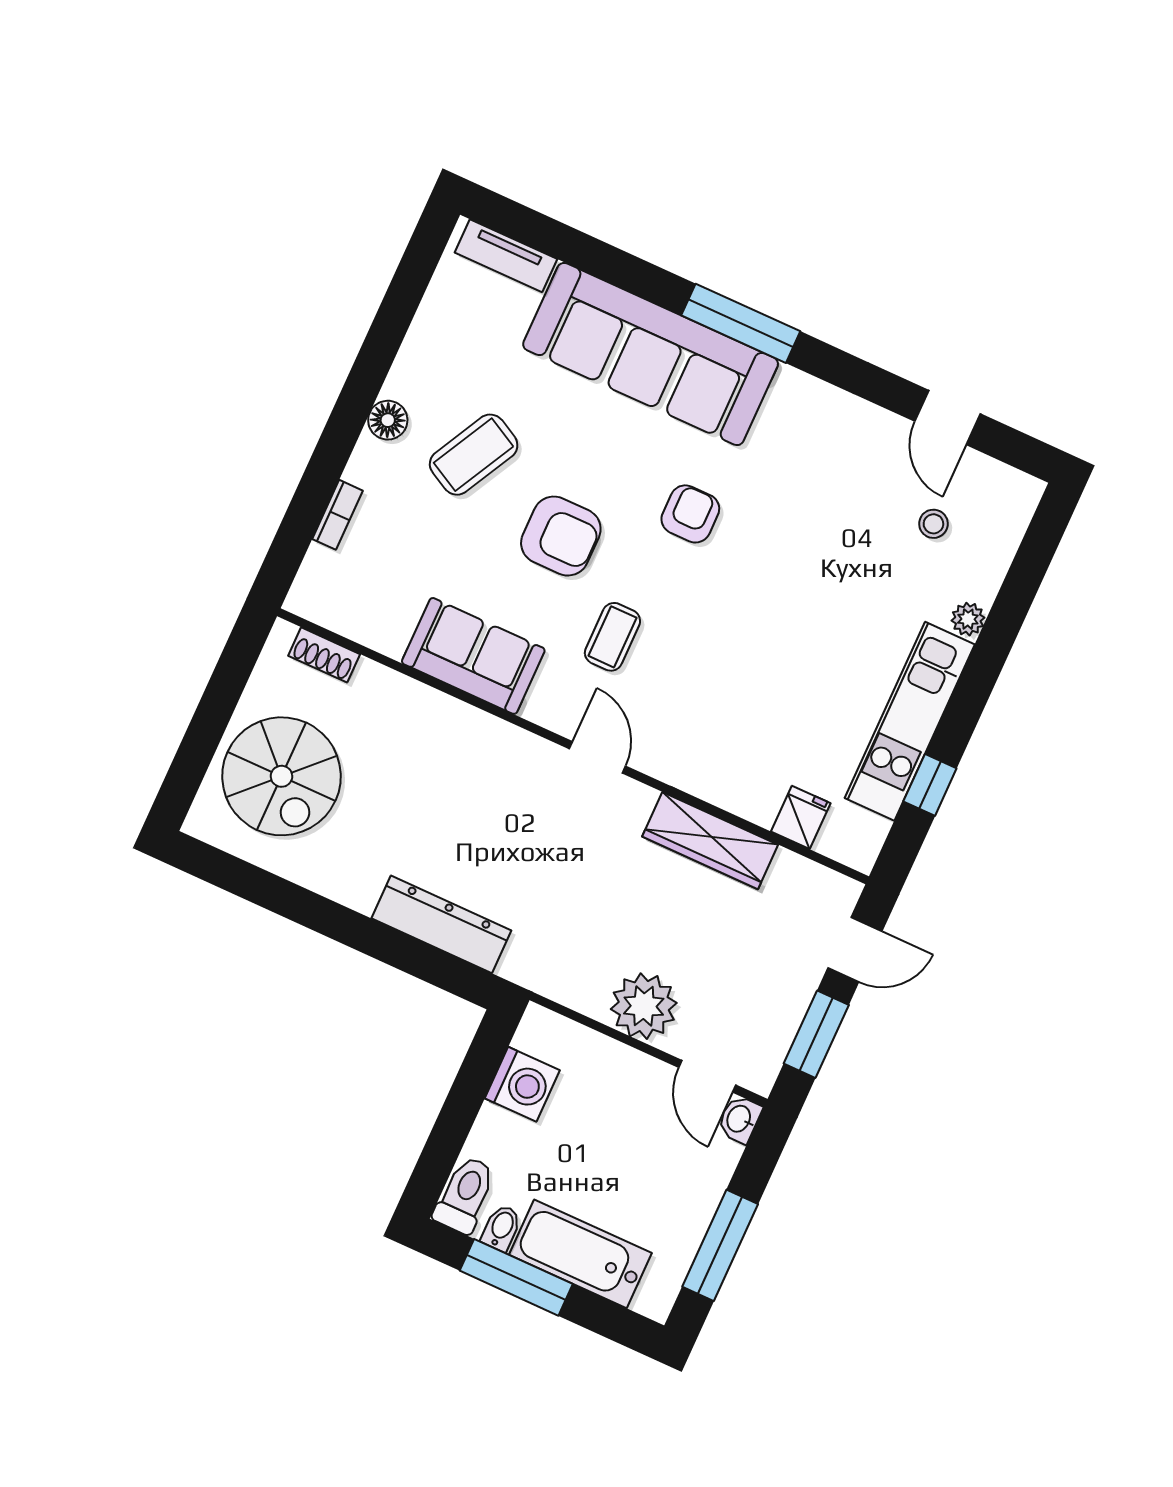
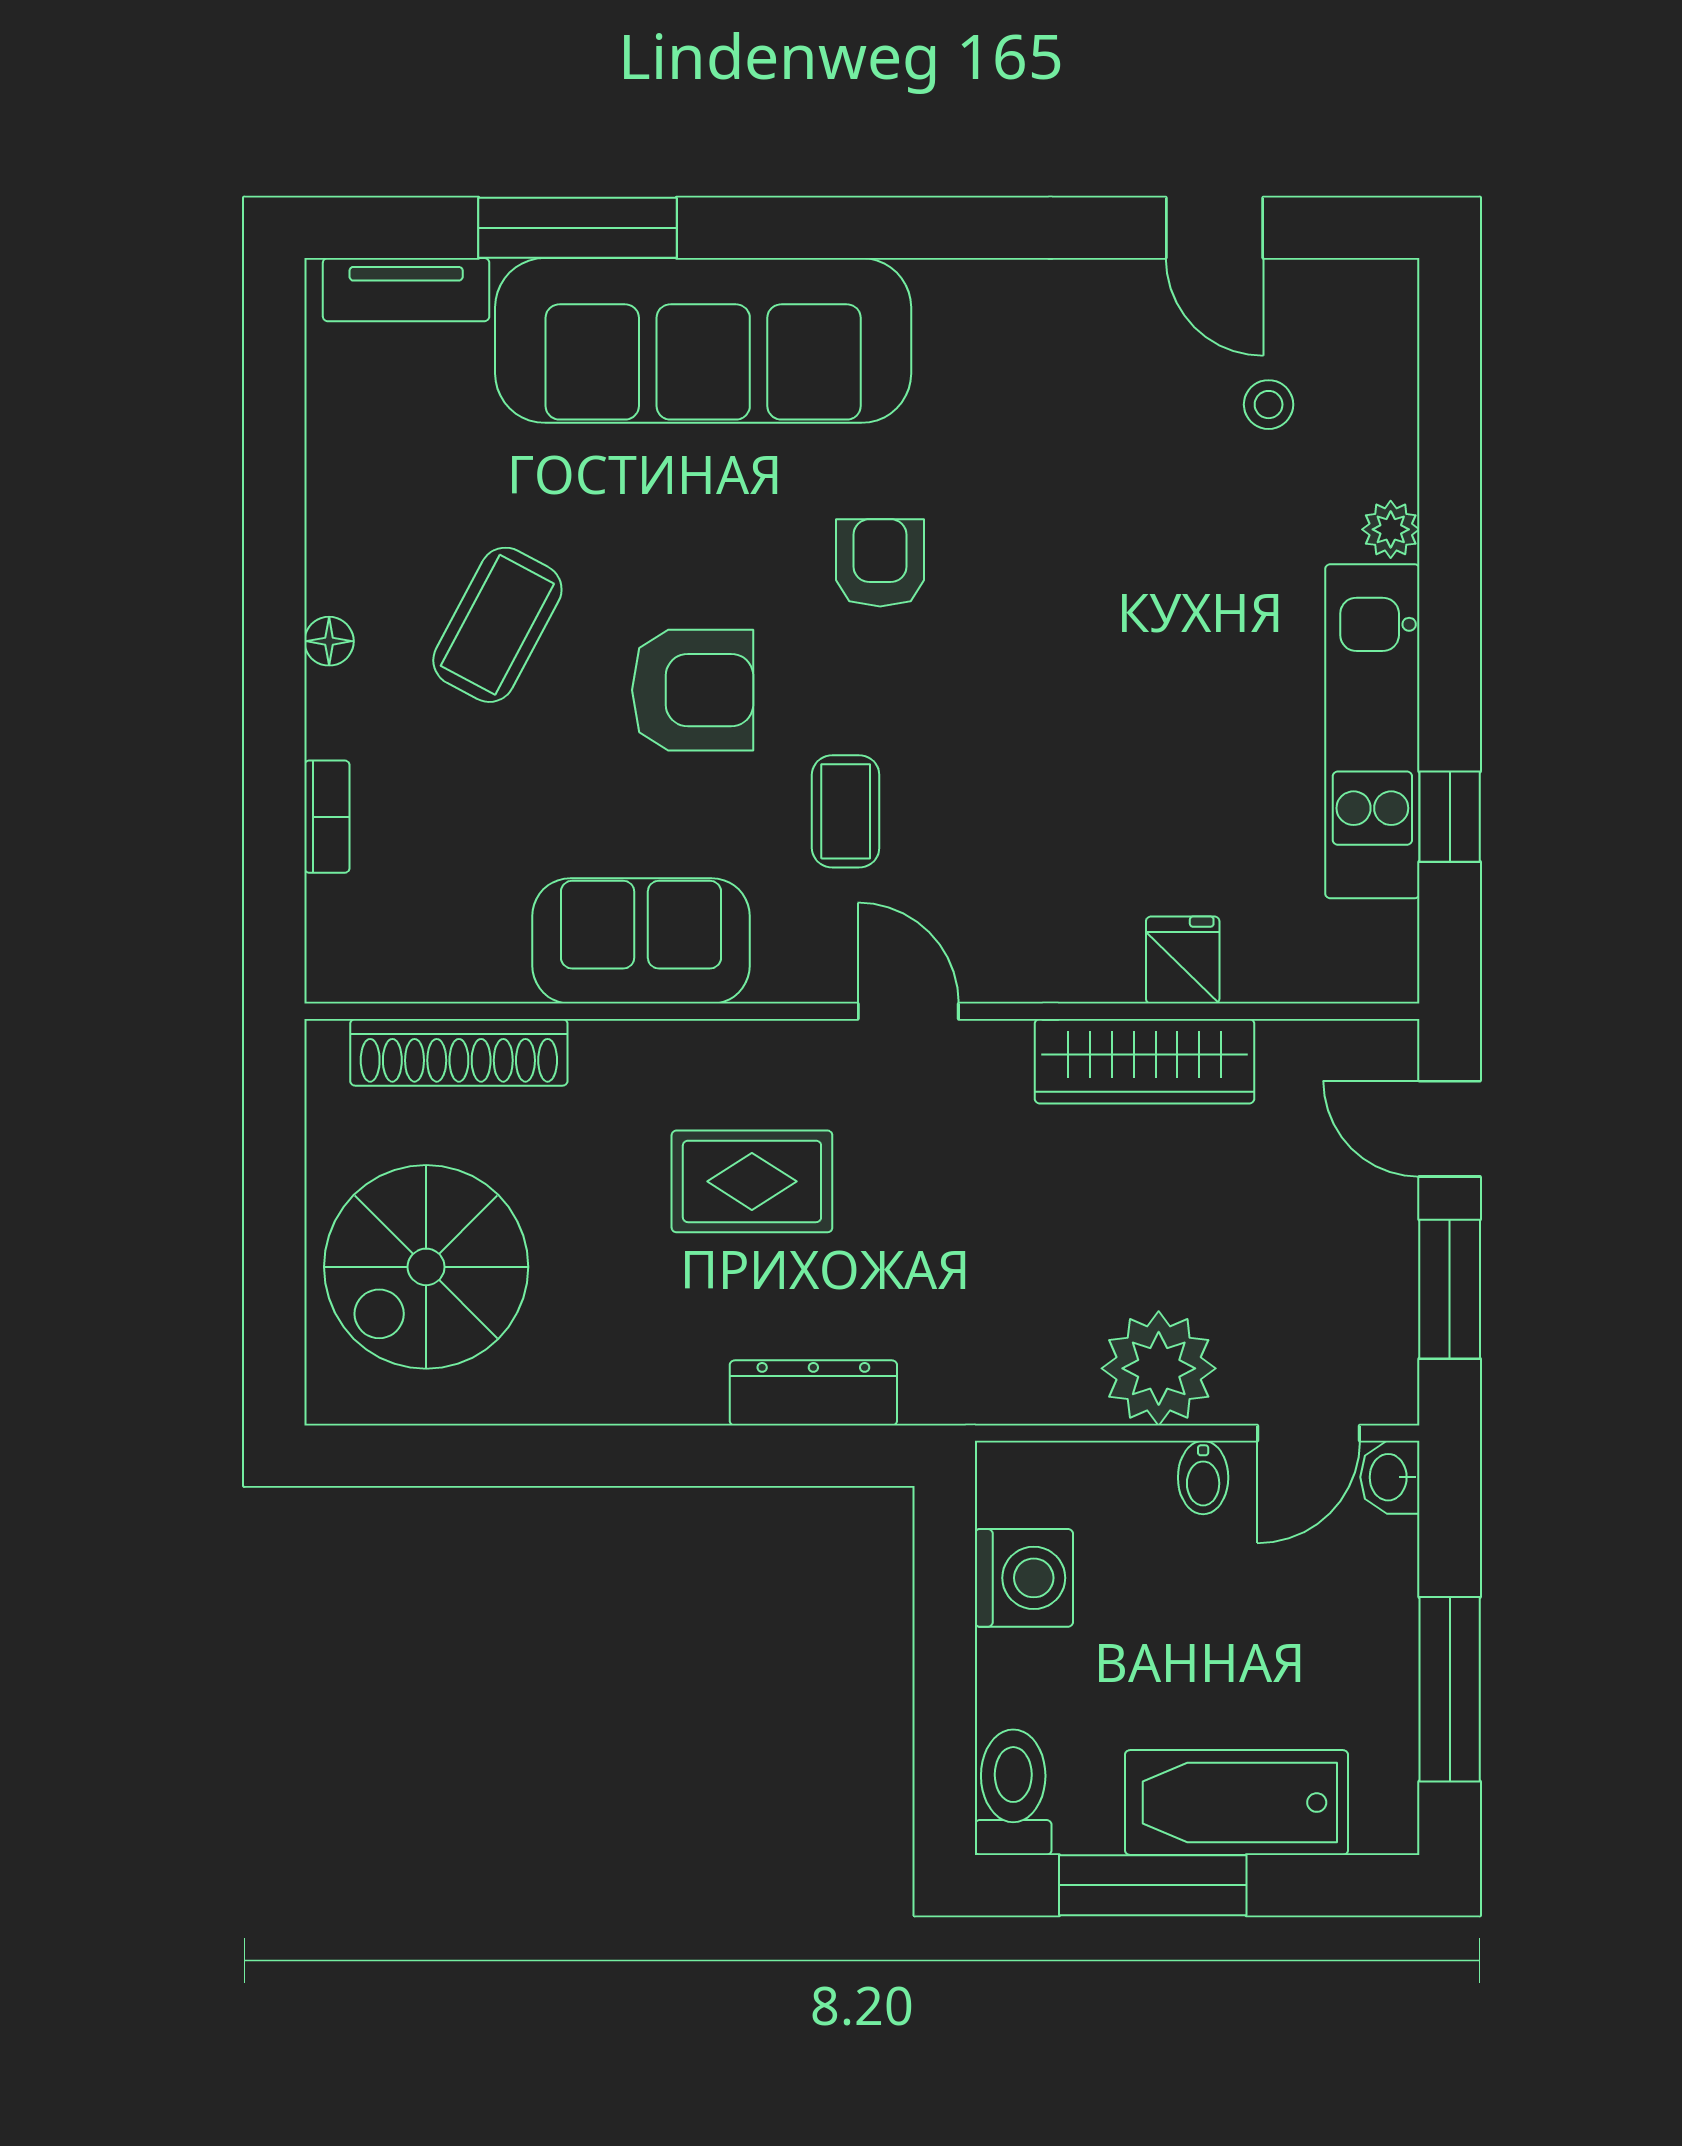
window: (741, 323) -> (578, 228), moved
floor lamp: (388, 420) -> (329, 641), width x0.73, depth x0.73
shoe rack: (324, 655) -> (459, 1052), width x1.94, depth x1.24
spiral stairs: (281, 776) -> (426, 1267), turned 90
rug: (474, 810) -> (752, 1181), added
fridge: (801, 817) -> (1183, 960), moved
dresser: (441, 924) -> (813, 1393), width x0.73, depth x0.80
door: (855, 950) -> (1450, 1129), swing flipped
door: (707, 1076) -> (1309, 1433), hinge flipped
bidet: (501, 1228) -> (1203, 1478), moved, turned 180

